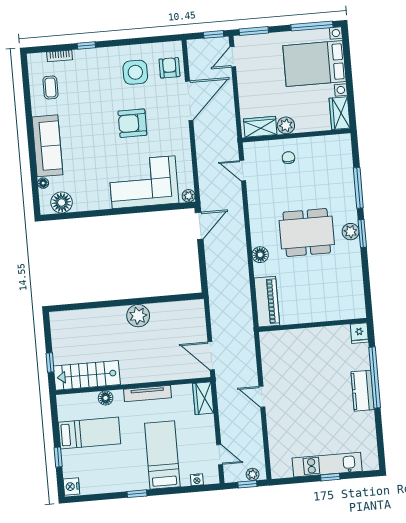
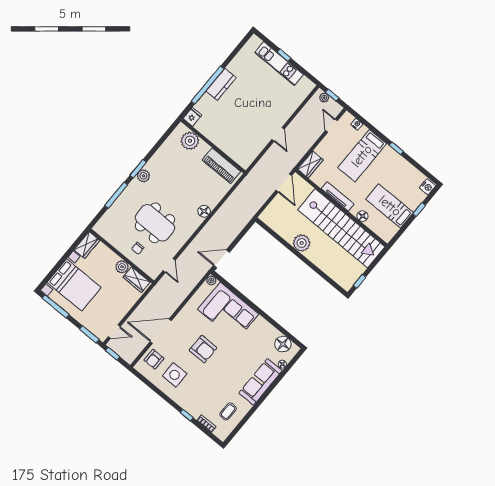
dining table: (307, 233) -> (155, 223), moved
piano: (267, 302) -> (221, 166), moved, turned -90
plant: (339, 308) -> (190, 141), added
window: (50, 362) -> (359, 281), moved
stairs: (87, 375) -> (341, 228), width x1.86, depth x1.51

